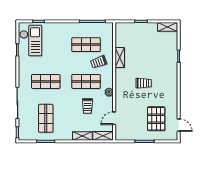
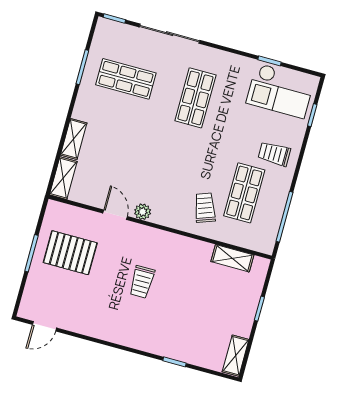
shelving: (120, 57) -> (232, 258), moved
shop shelf: (86, 81) -> (175, 174), removed
trolley: (87, 106) -> (274, 154), moved
door: (114, 118) -> (115, 215), moved
pallet: (156, 119) -> (70, 253), moved

